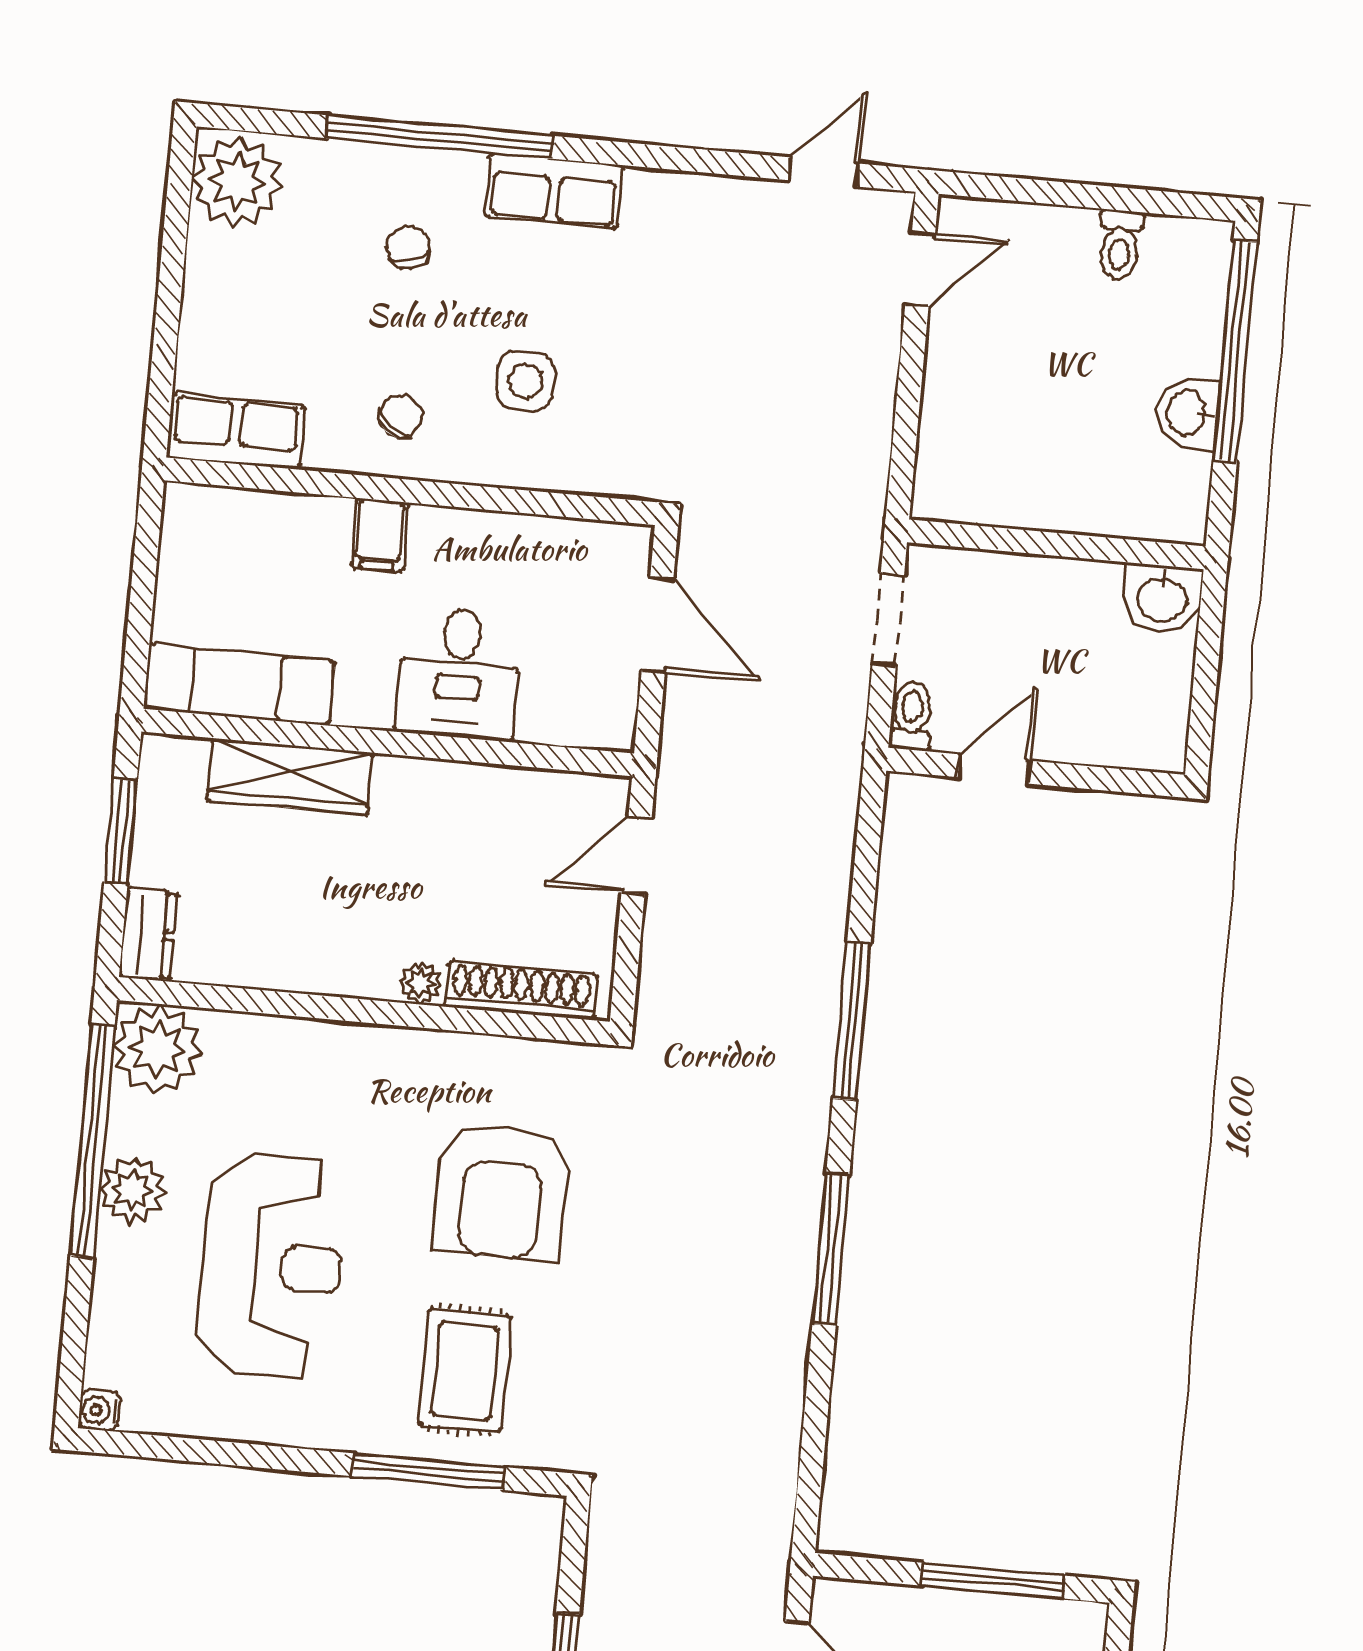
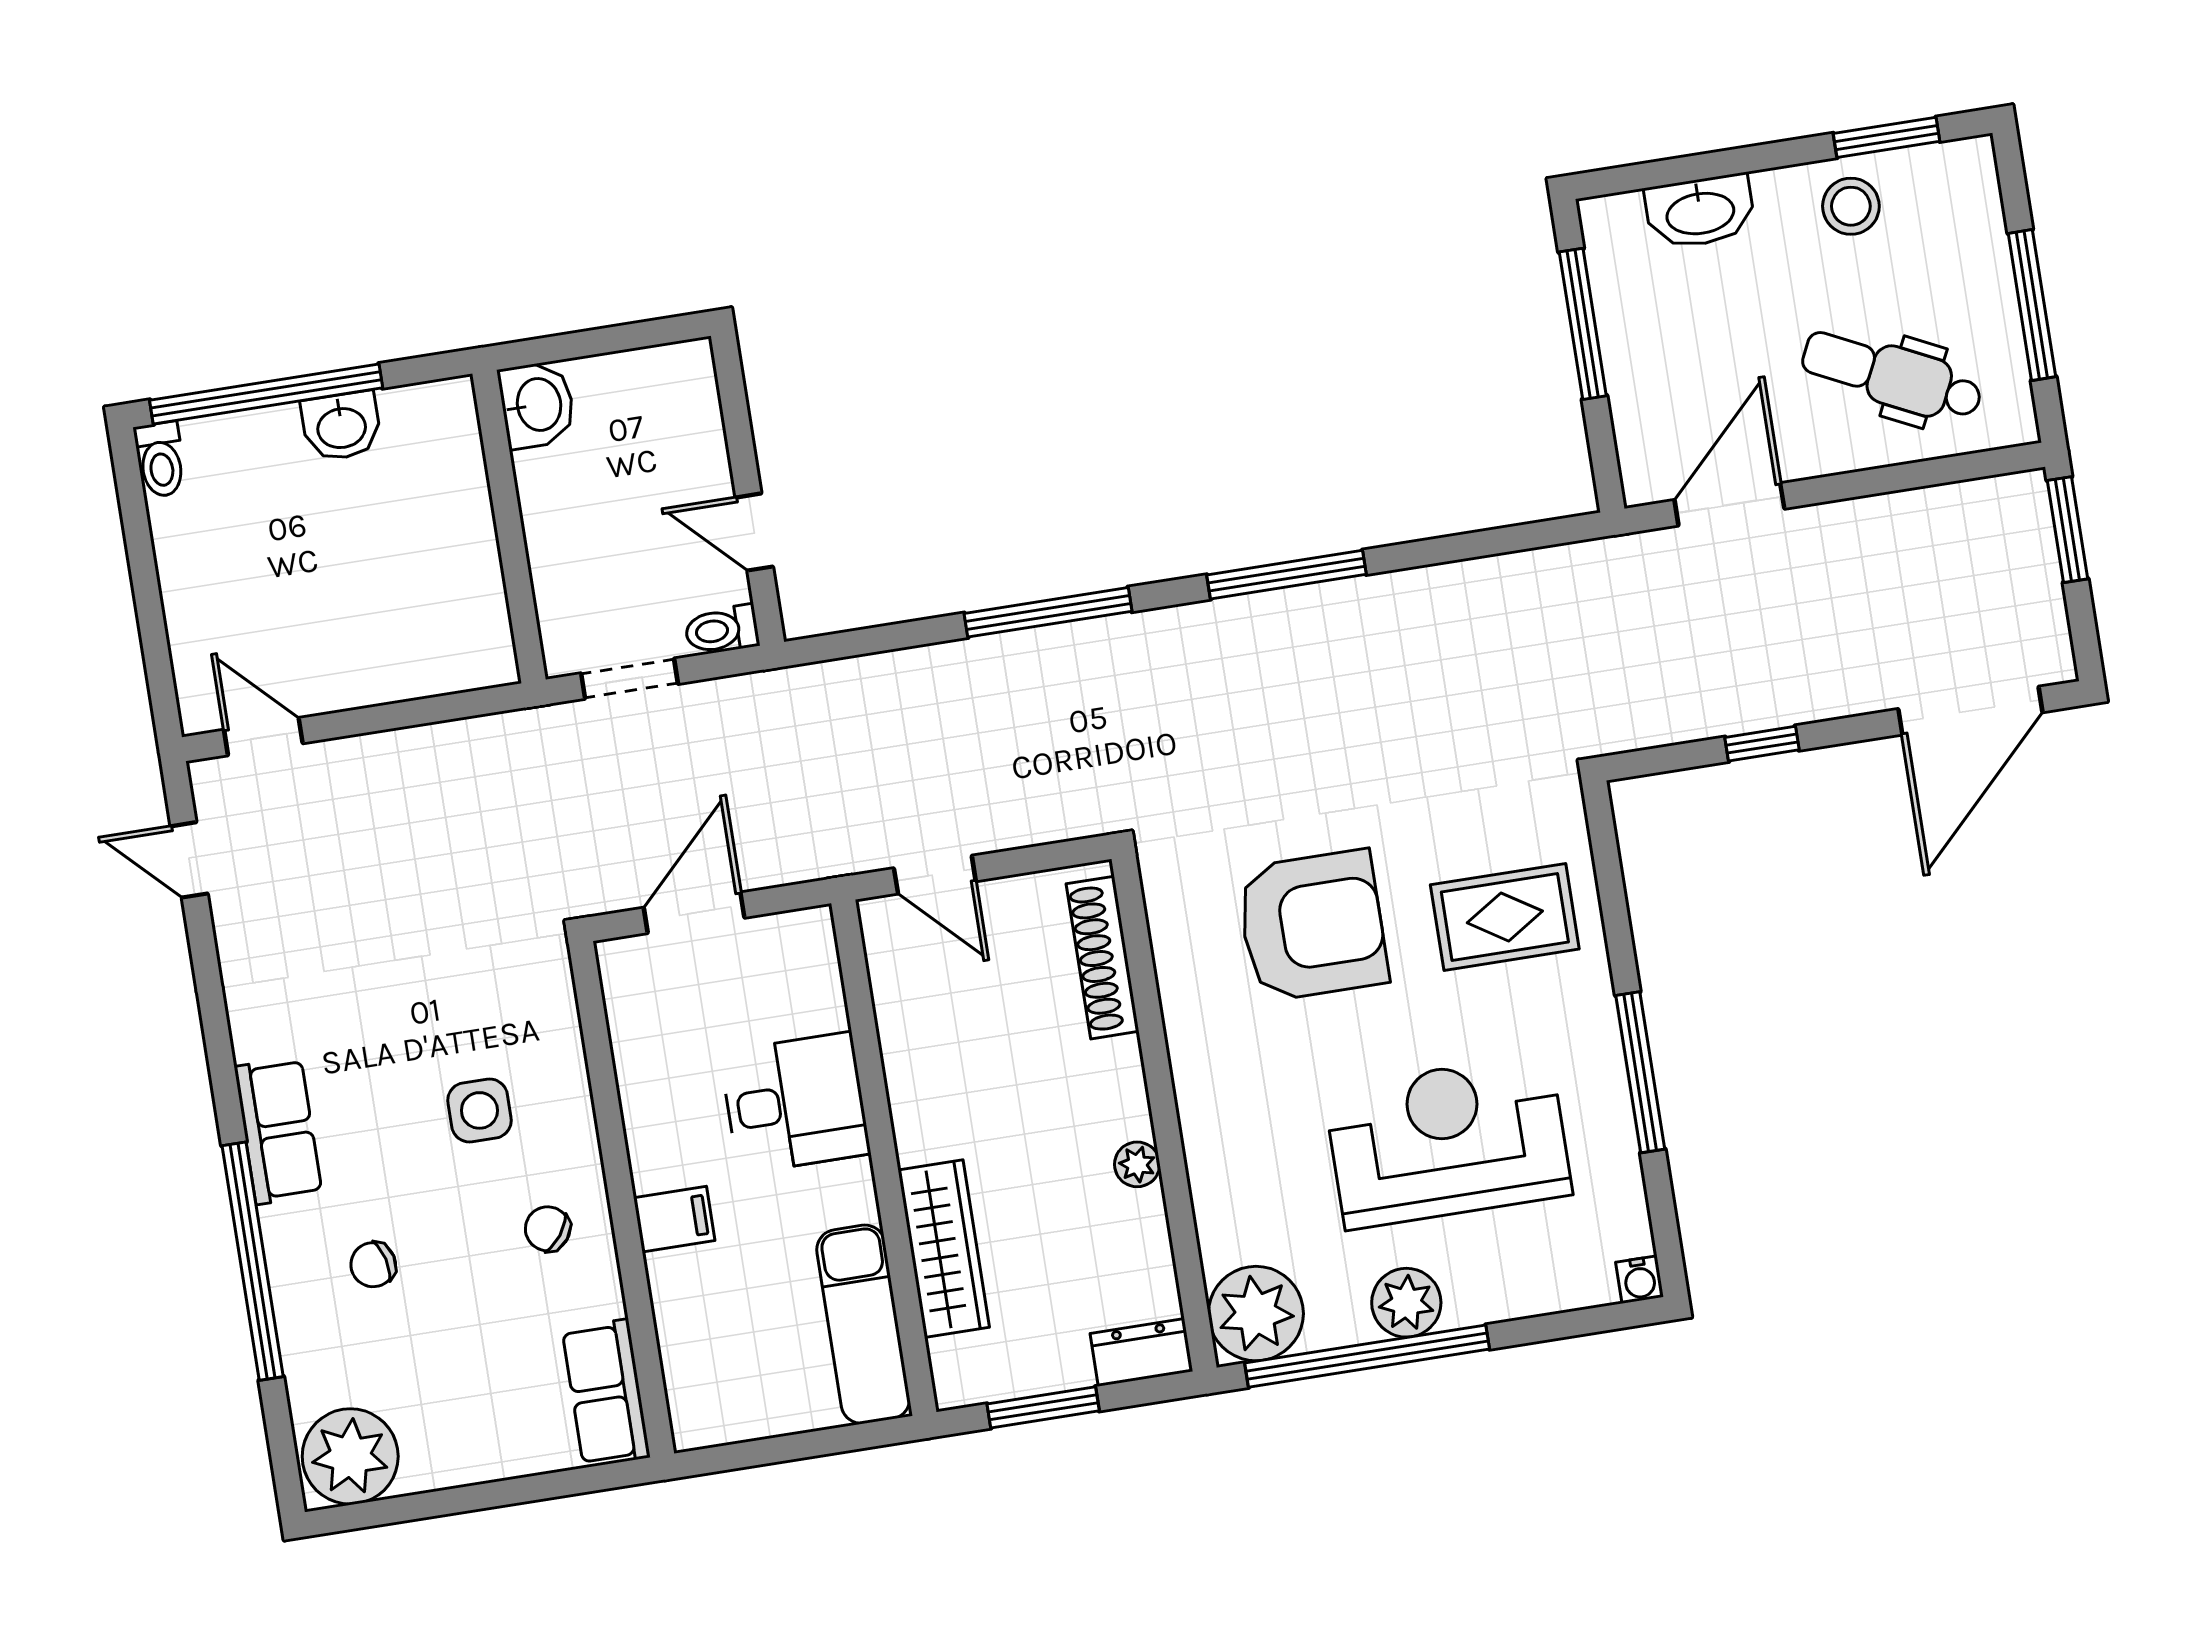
toilet: (1120, 245) -> (160, 460), moved, turned 90
plant: (421, 983) -> (1137, 1164), moved
window: (428, 1472) -> (1640, 1072), moved

